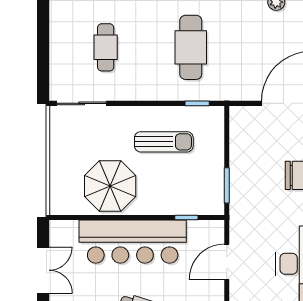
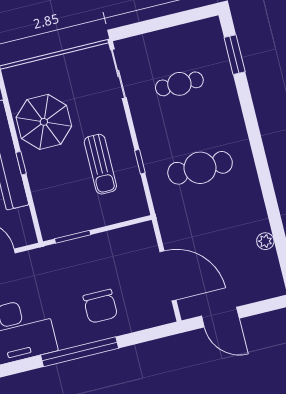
window: (197, 103) -> (140, 162), moved
window: (186, 217) -> (21, 163), moved

